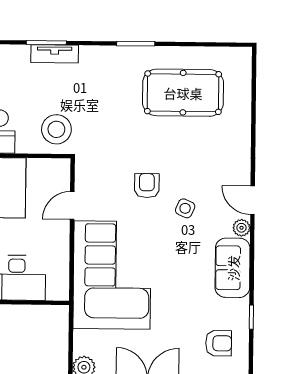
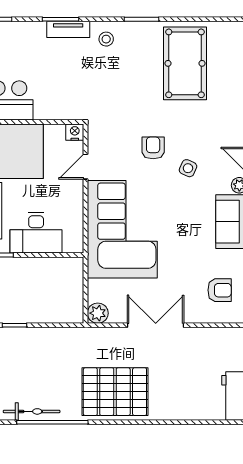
pool table: (183, 93) -> (185, 63), turned 90
stool: (56, 129) -> (106, 39), moved, width x0.53, depth x0.53
nightstand: (61, 167) -> (75, 132), added

